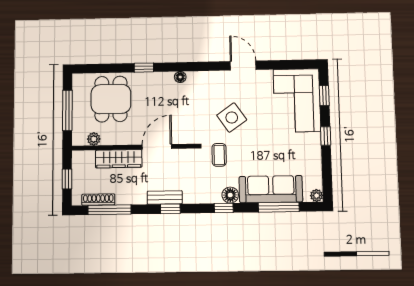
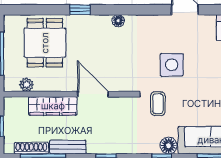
side table: (232, 118) -> (172, 65), turned 35
door: (157, 147) -> (93, 94), hinge flipped
bench: (165, 197) -> (68, 147), moved

